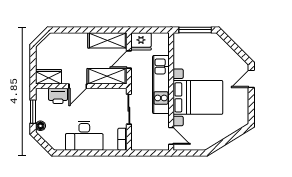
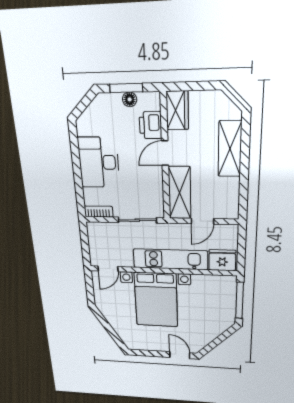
shelving: (107, 40) -> (230, 149), moved
fridge: (141, 41) -> (222, 260), moved, turned 90
door: (129, 60) -> (202, 221), swing flipped
door: (78, 86) -> (165, 153), hinge flipped
floor lamp: (40, 126) -> (130, 99), moved

